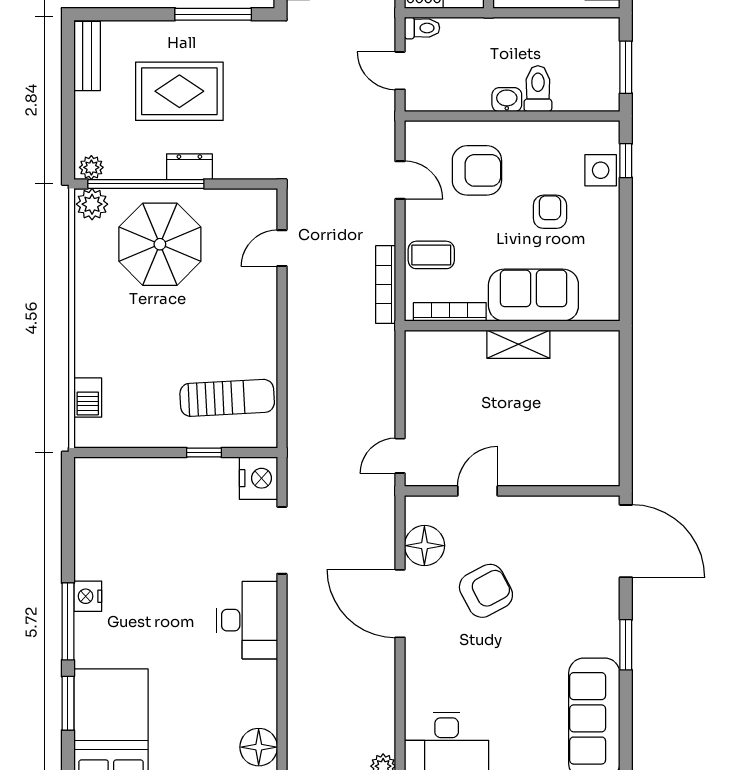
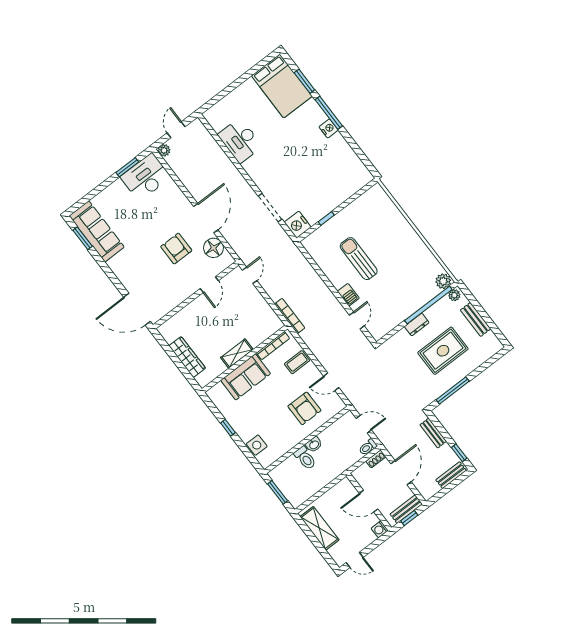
bench: (87, 56) -> (476, 319), moved
window: (626, 161) -> (228, 428), moved
armchair: (477, 170) -> (304, 408), turned -90
armchair: (550, 212) -> (264, 414), removed
parasol: (160, 244) -> (405, 286), removed
bookcase: (386, 285) -> (290, 316), moved
barbecue: (88, 398) -> (348, 295), moved, turned 180
sun lounger: (227, 398) -> (359, 259), moved, turned 93
wardrobe: (604, 401) -> (187, 357), added
armchair: (486, 591) -> (176, 249), turned 118
door: (400, 604) -> (206, 218), hinge flipped
desk: (247, 620) -> (240, 141), moved
window: (626, 645) -> (83, 238), moved
floor lamp: (259, 747) -> (218, 121), removed

